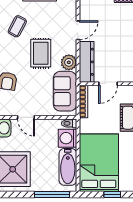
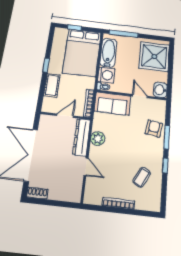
door: (78, 30) -> (86, 167), swing flipped
rug: (41, 53) -> (122, 150), removed
sofa: (65, 91) -> (113, 104), moved, turned 90

